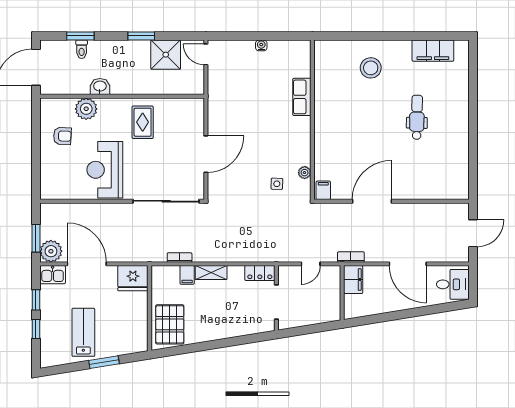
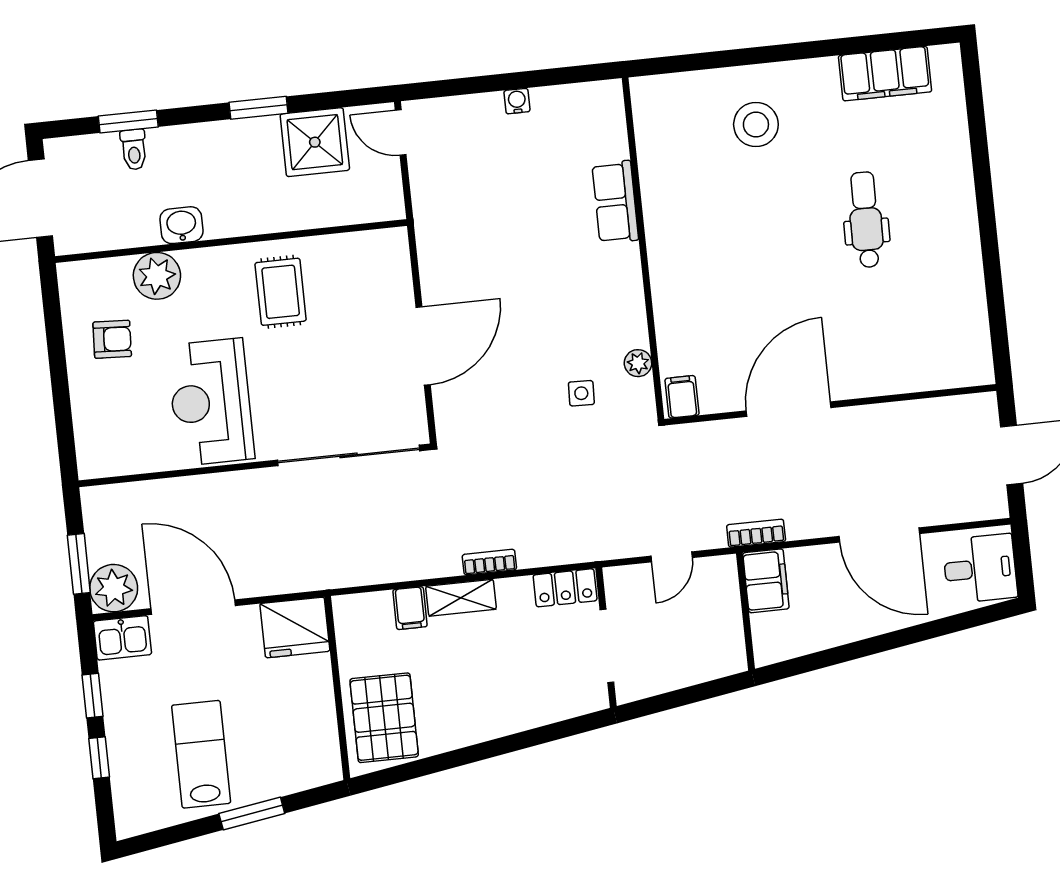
bookcase: (180, 257) -> (489, 562), moved

